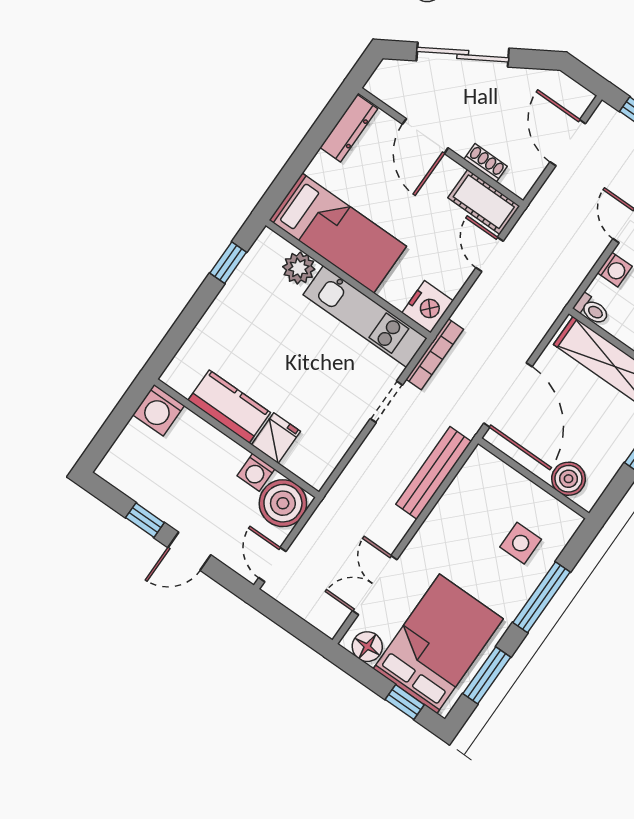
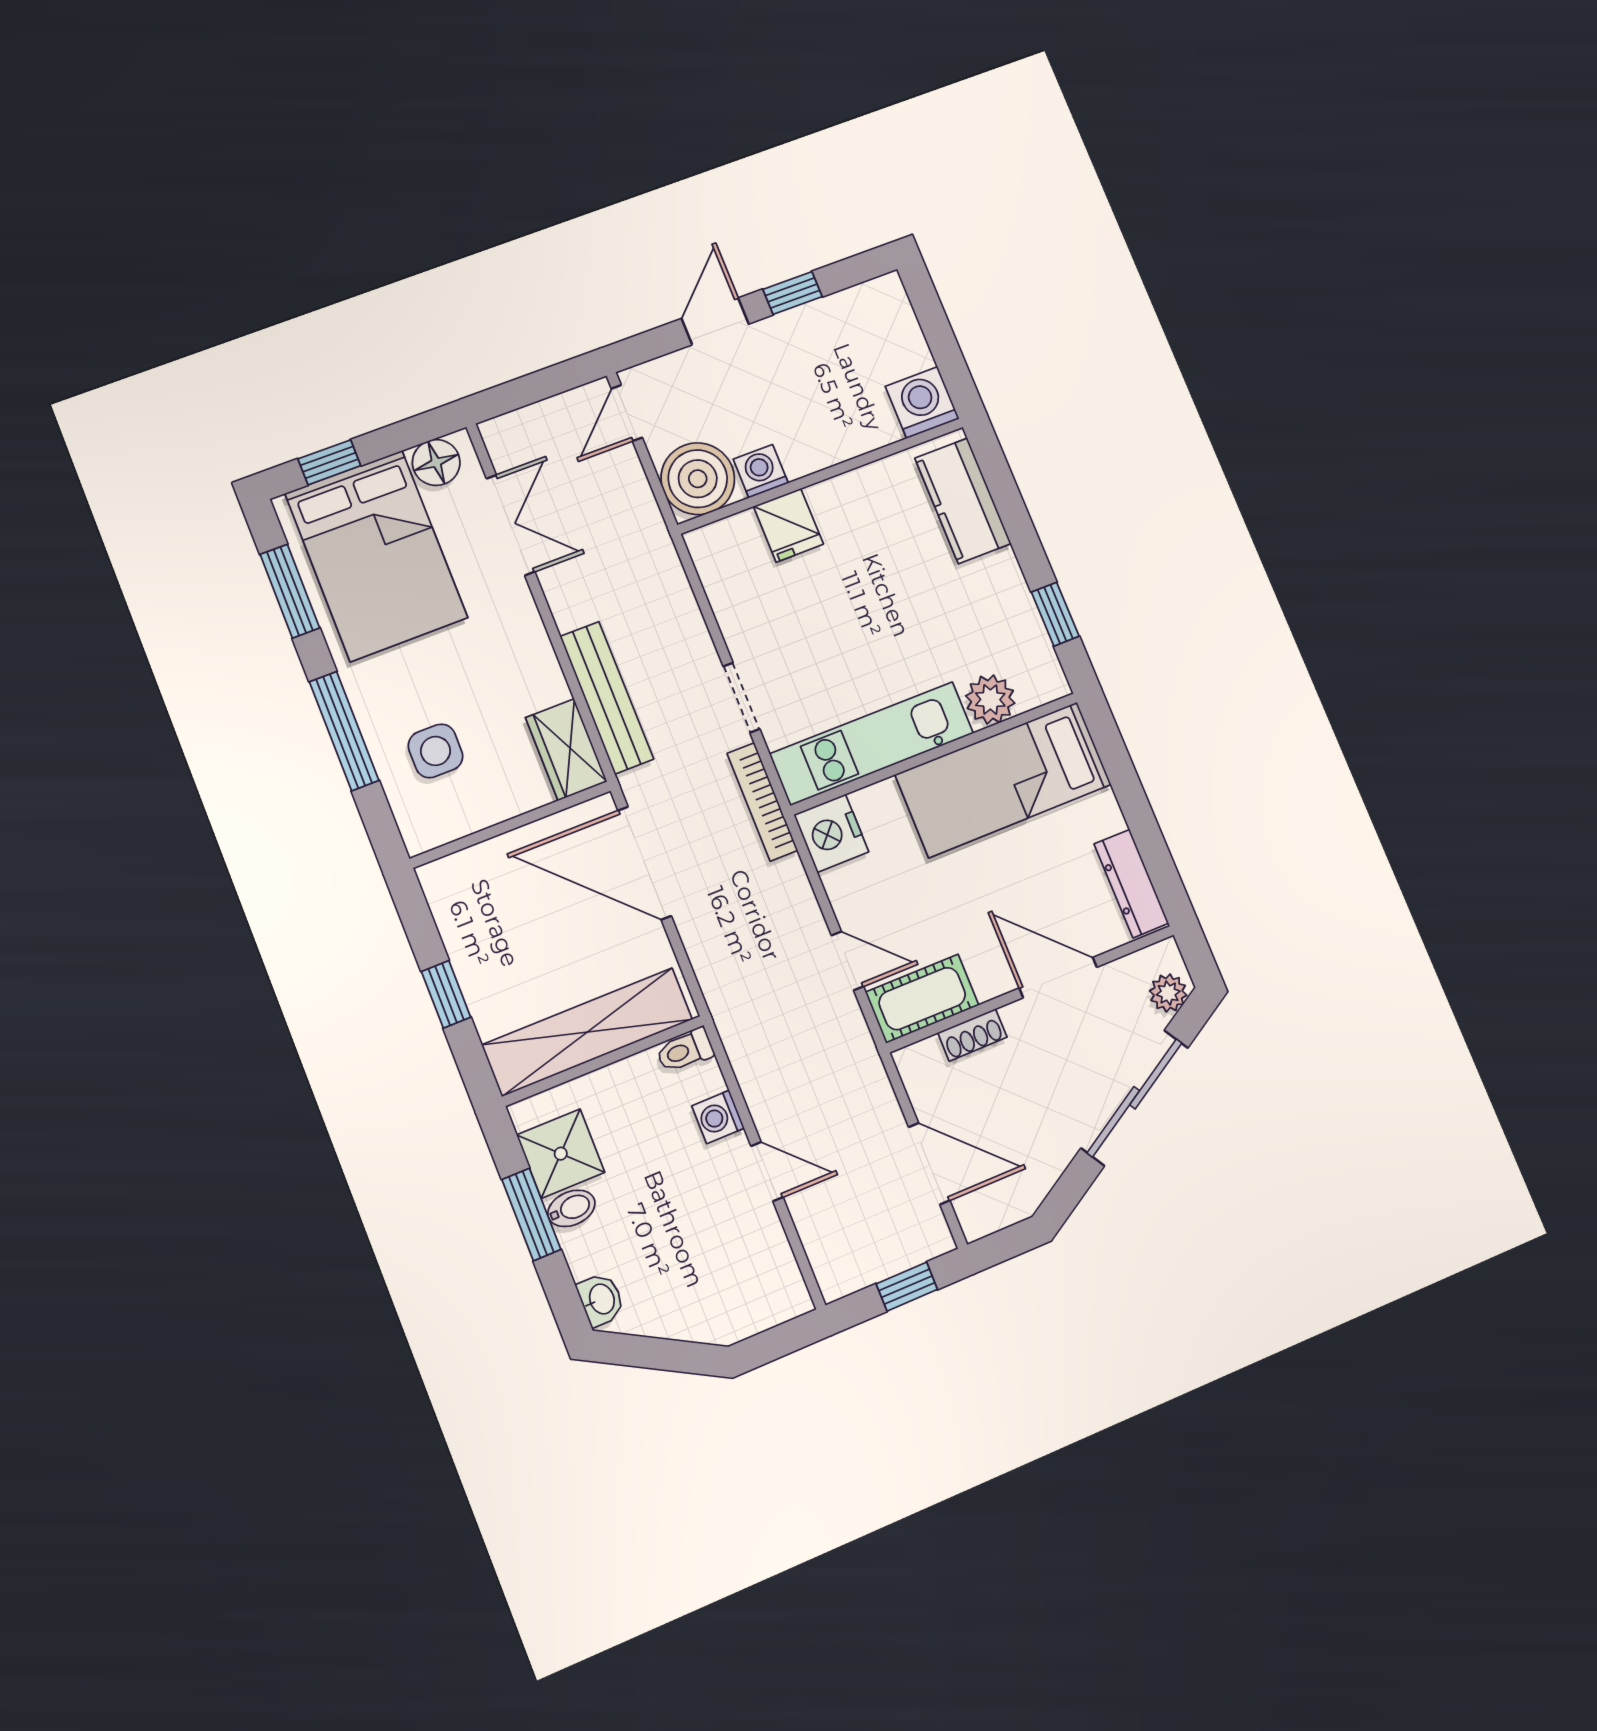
plant: (395, 71) -> (1168, 993), added
kitchen counter: (229, 407) -> (963, 501), moved, turned 90
wardrobe: (475, 476) -> (566, 750), added
boiler: (568, 479) -> (478, 871), removed
door: (272, 565) -> (627, 413), swing flipped

